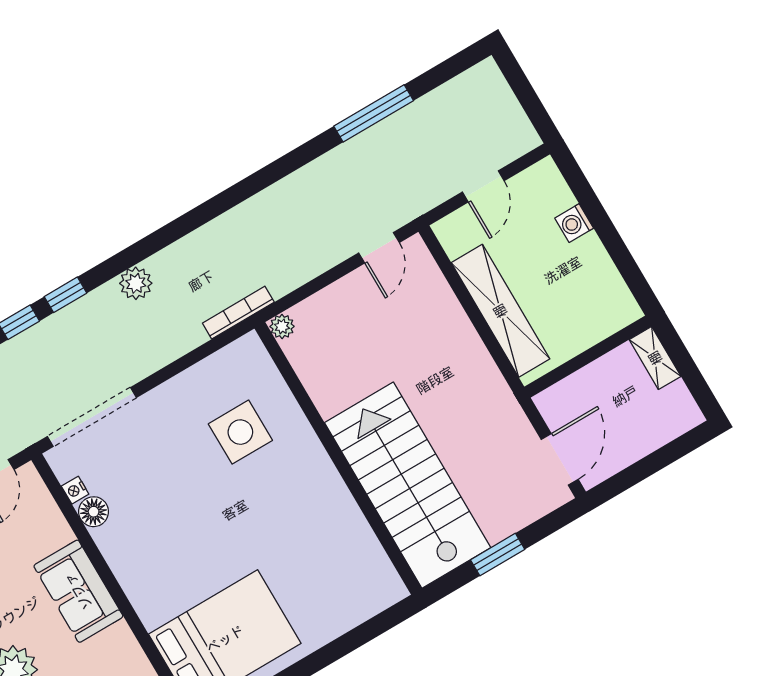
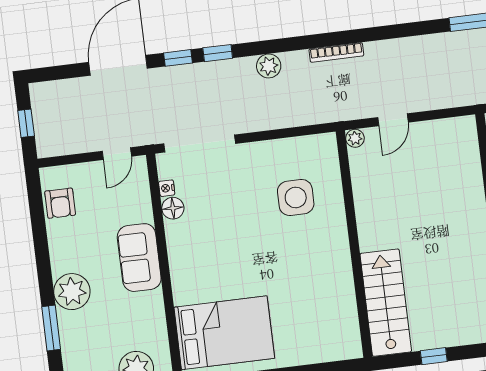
door: (379, 248) -> (393, 120), moved
bookcase: (238, 313) -> (336, 52), moved, turned 180
stairs: (408, 485) -> (386, 303), width x0.73, depth x0.66
window: (498, 555) -> (434, 356), width x0.67

